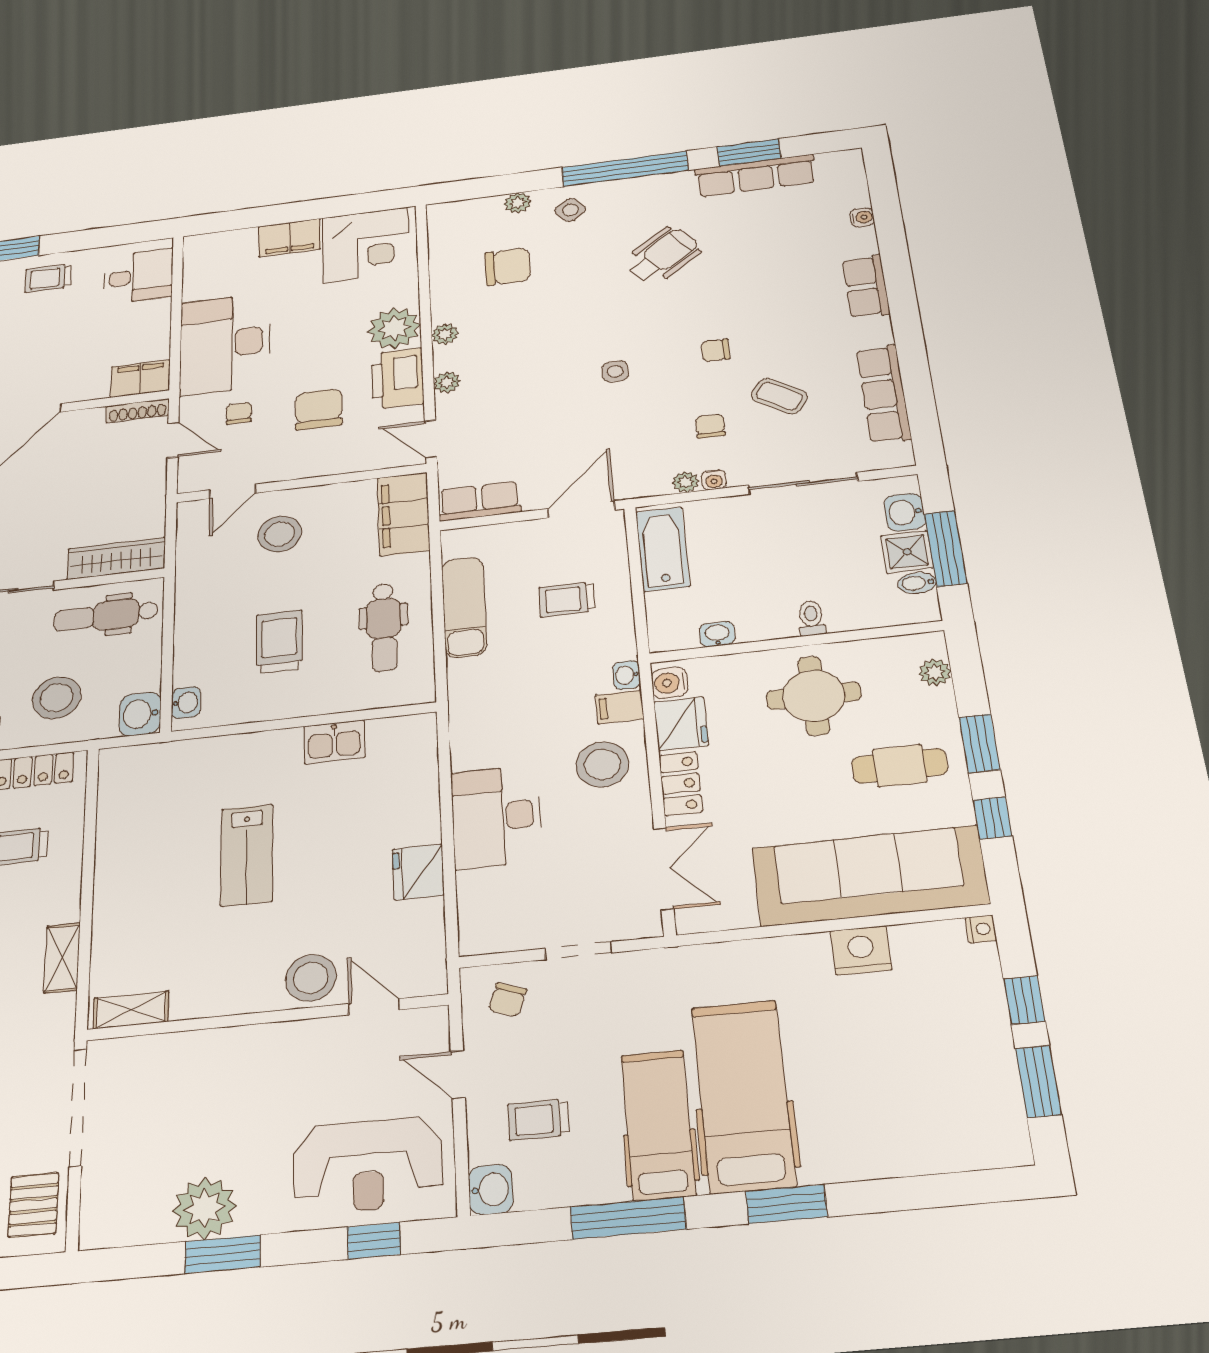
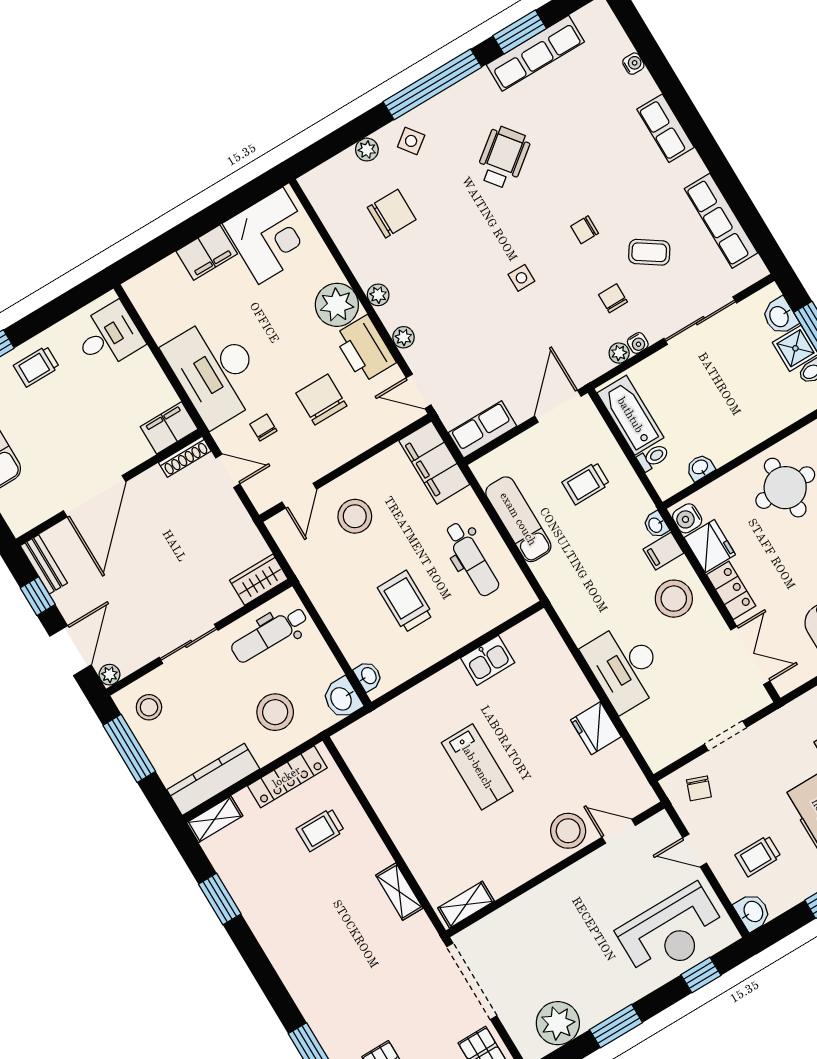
wardrobe: (116, 558) -> (259, 580), width x0.67
toilet: (811, 618) -> (653, 457), moved, turned 90
plant: (204, 1208) -> (558, 1023), moved

